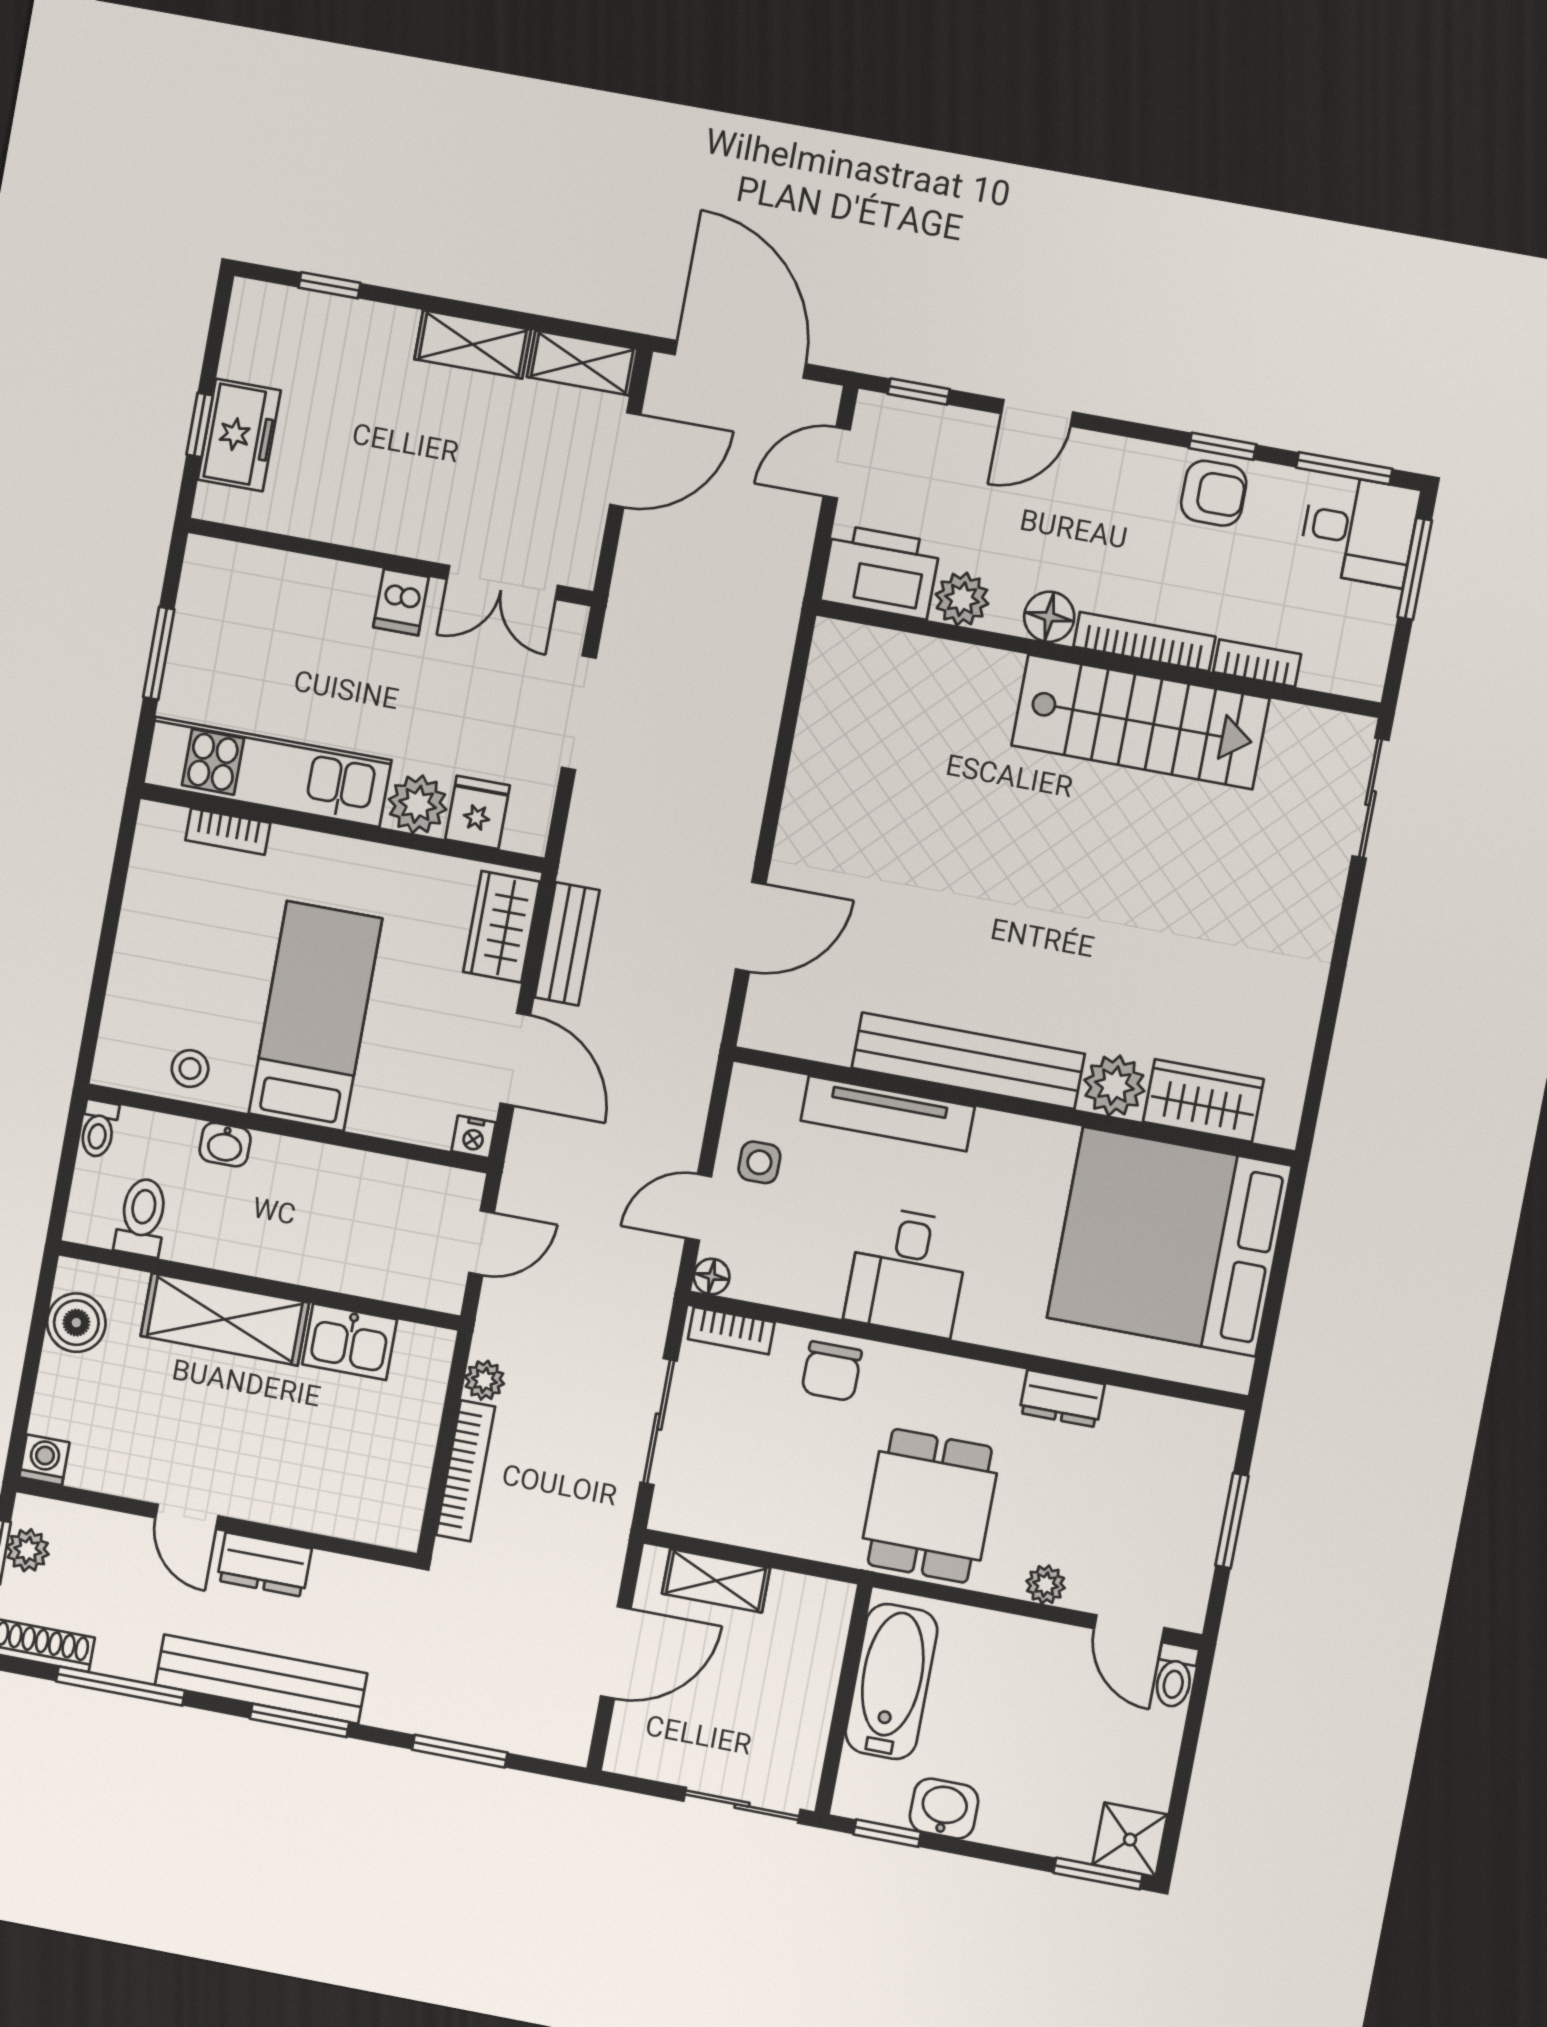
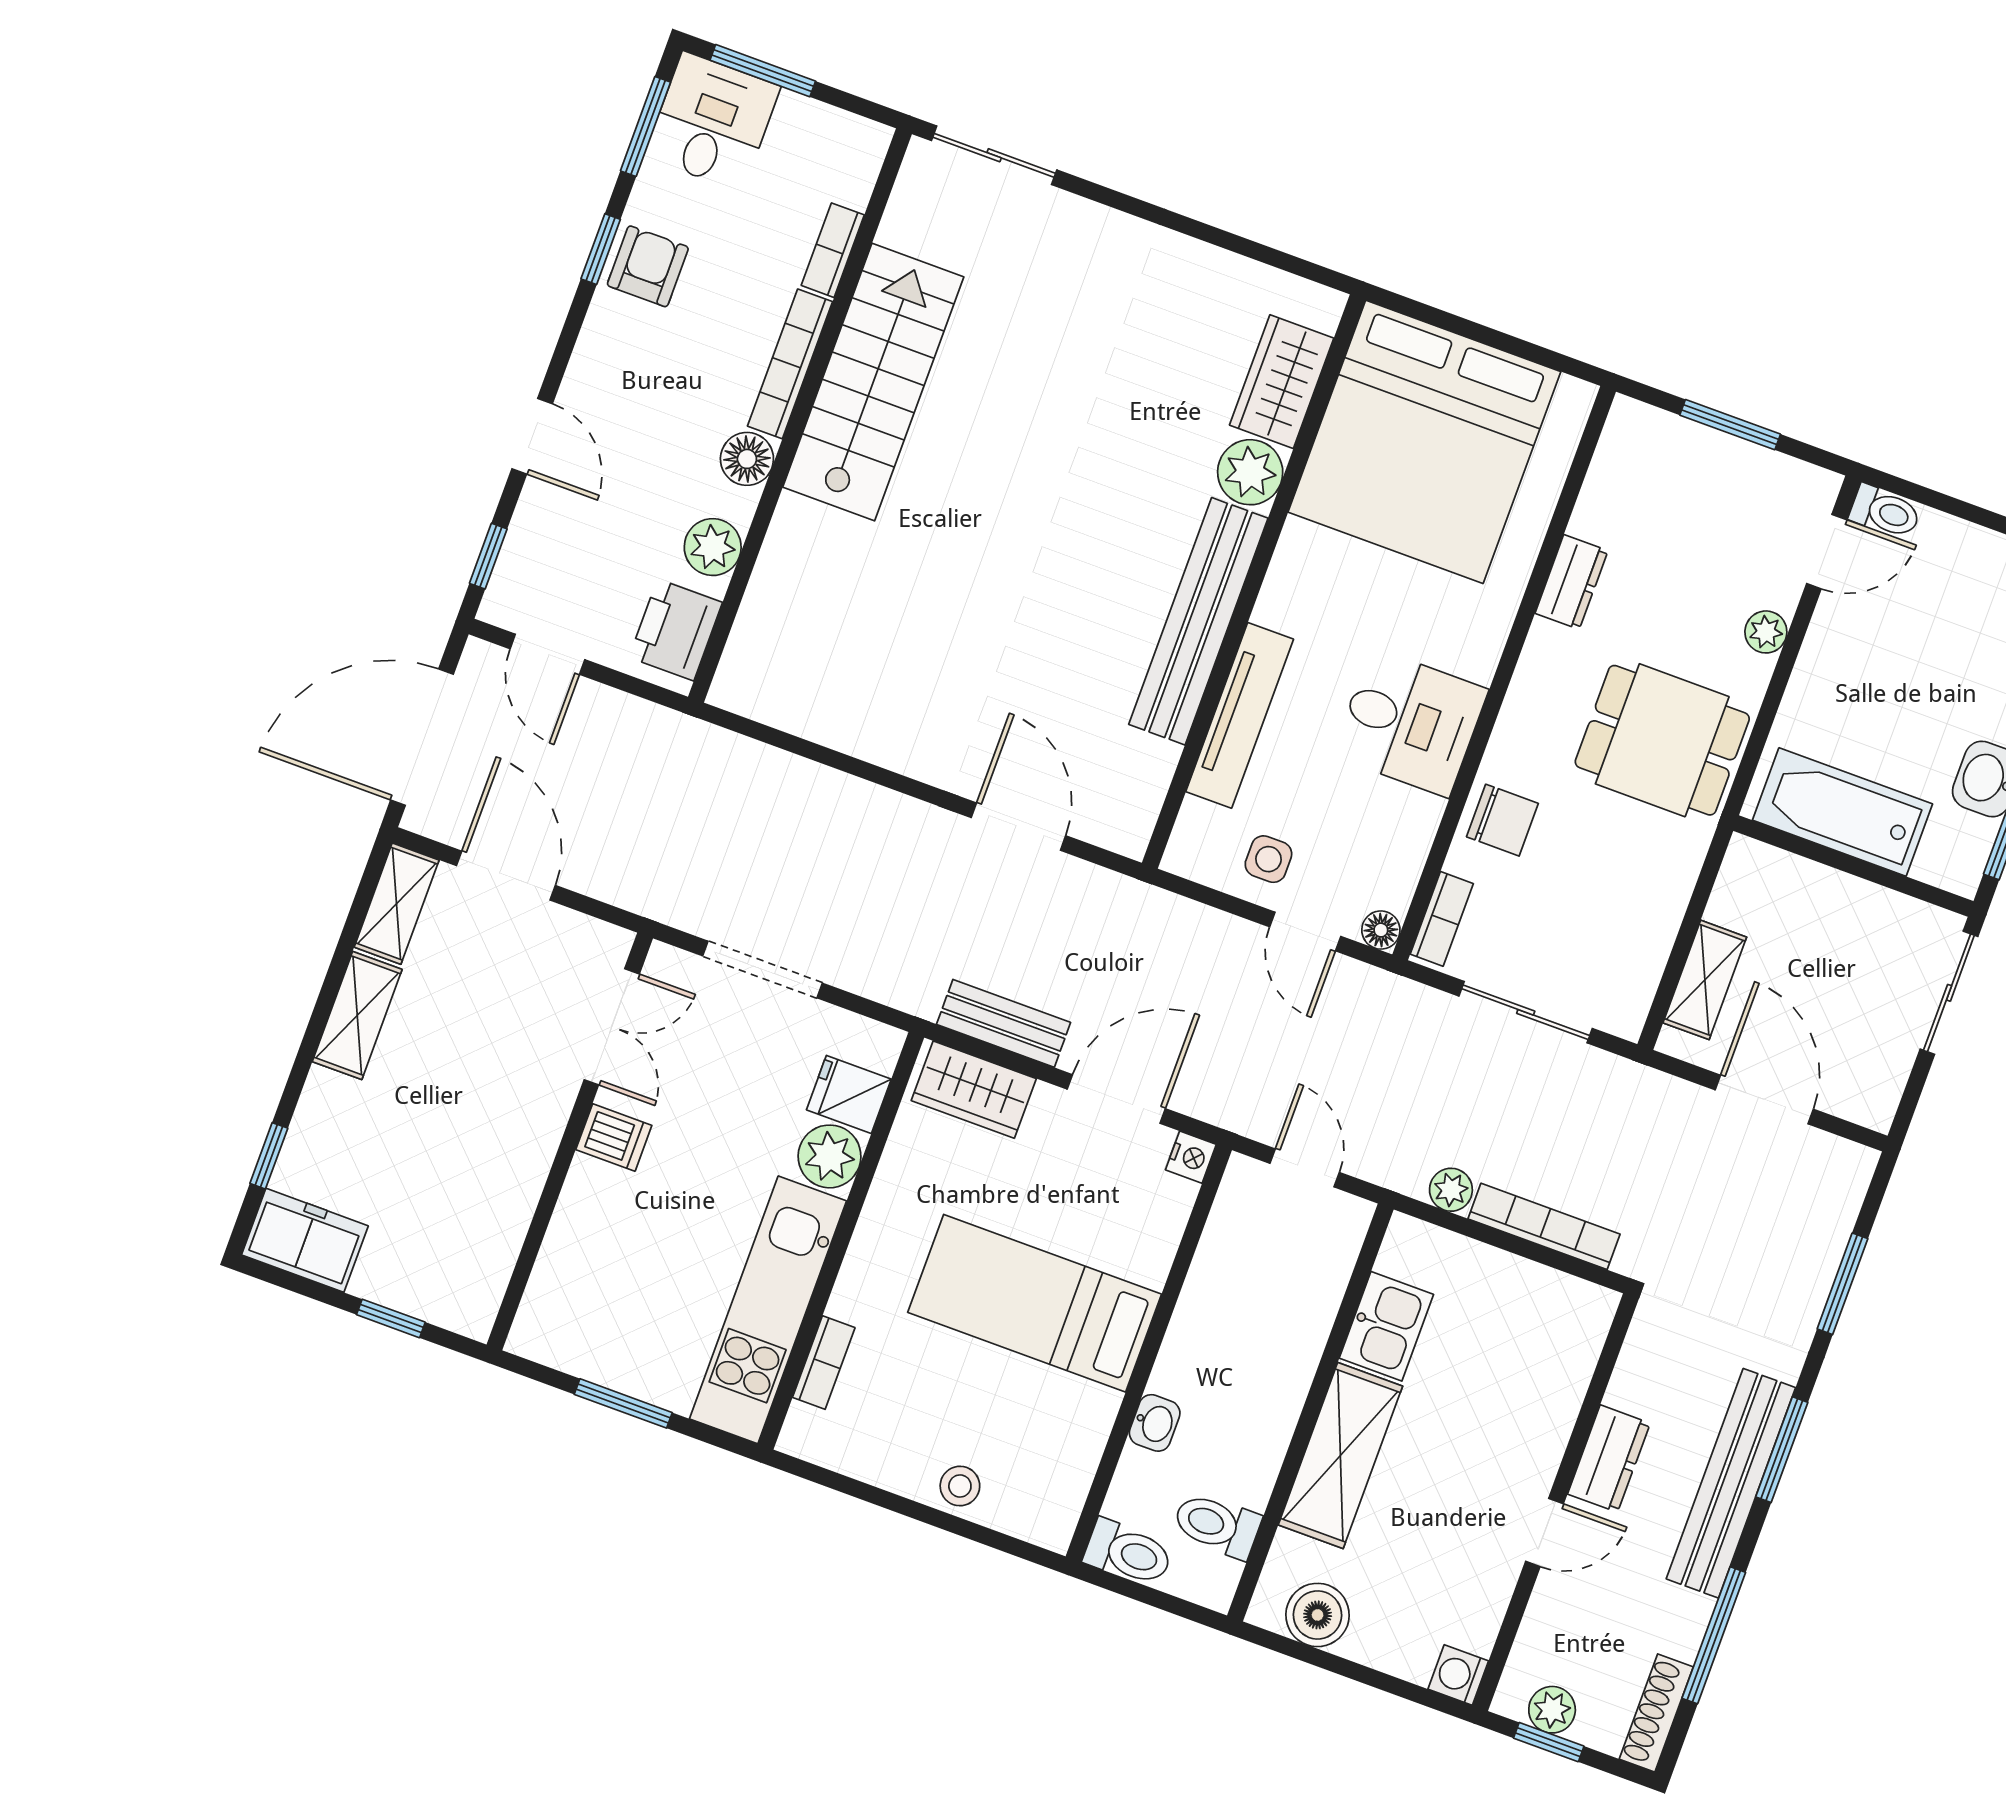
freezer: (239, 435) -> (305, 1240), moved
printer: (880, 572) -> (676, 630), width x0.73, depth x0.84
stool: (190, 1069) -> (960, 1486), moved
toilet: (98, 1129) -> (1128, 1553), width x1.37, depth x1.39

